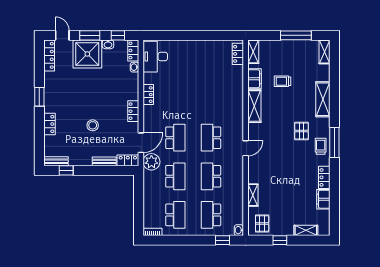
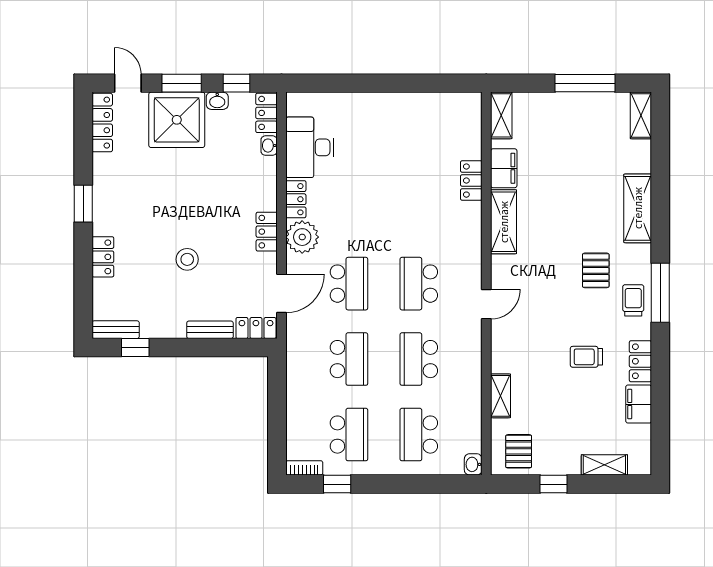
locker: (238, 54) -> (471, 181), moved
desk: (155, 57) -> (310, 147), moved
trolley: (283, 81) -> (586, 357), moved
plant: (151, 162) -> (302, 237), moved
window: (223, 240) -> (337, 484), moved

